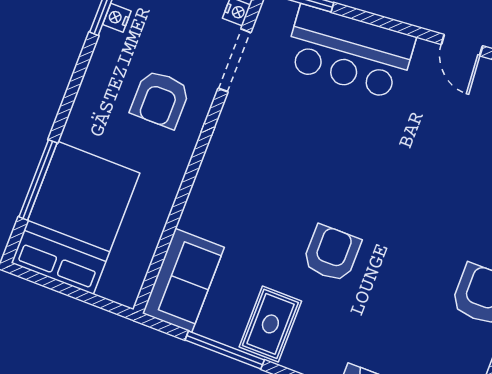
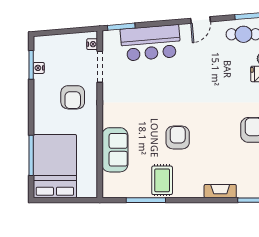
door: (462, 45) -> (201, 20), hinge flipped
sofa: (183, 280) -> (115, 150), moved

